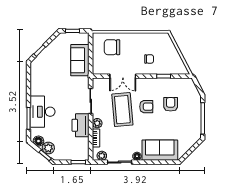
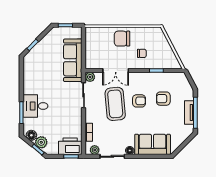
chair: (112, 47) -> (122, 39), moved
sofa: (80, 60) -> (73, 60), width x1.36
armchair: (171, 104) -> (163, 99), turned -90
desk: (43, 112) -> (35, 106), width x0.73
tv unit: (196, 118) -> (189, 113), added
plant: (97, 123) -> (90, 77), moved
printer: (81, 125) -> (70, 146), moved, turned 90

